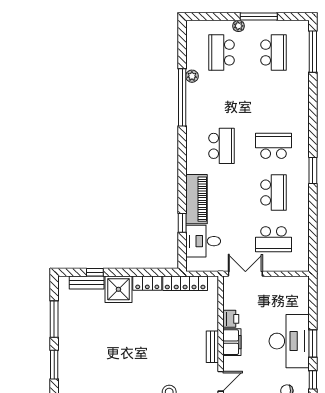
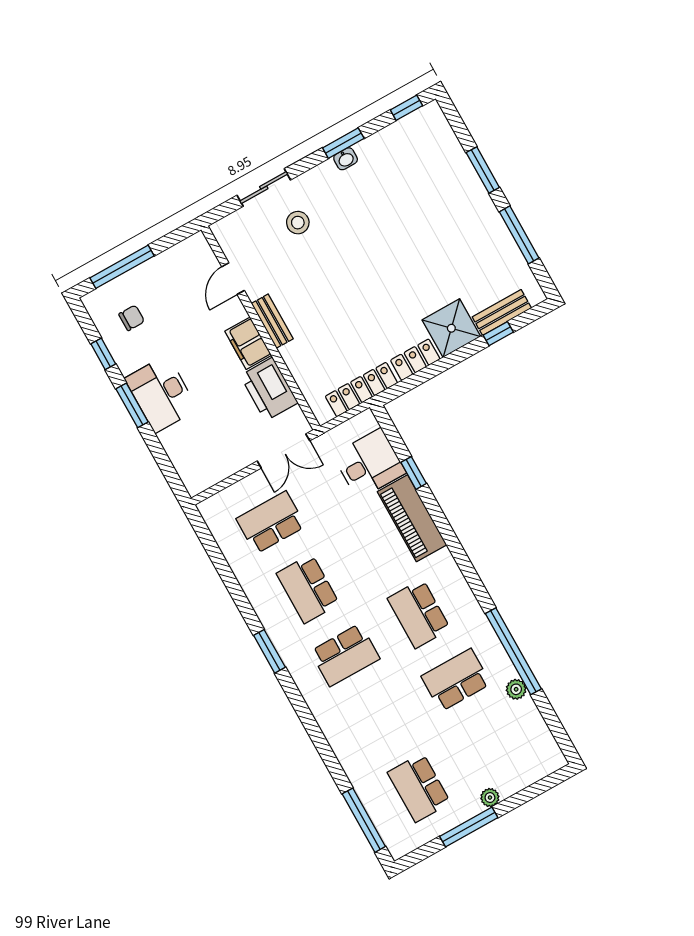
school desk: (221, 53) -> (456, 680), moved, turned -90
printer: (231, 319) -> (269, 389), width x1.87, depth x1.48
desk: (289, 341) -> (161, 394), width x0.73, depth x0.77

